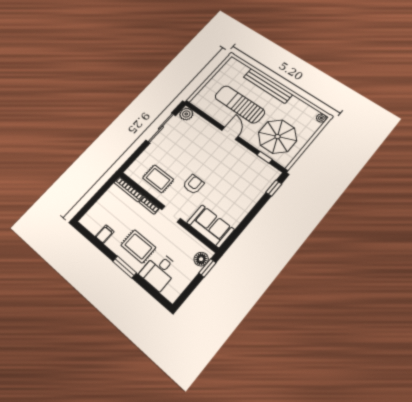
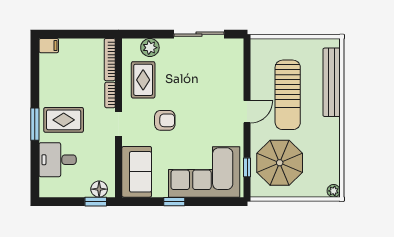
bench: (268, 86) -> (332, 82), moved
sun lounger: (240, 104) -> (288, 95), turned 180
plant: (186, 114) -> (150, 48), moved
corner sofa: (246, 185) -> (204, 172), added
window: (274, 188) -> (174, 202), moved
filing cabinet: (105, 234) -> (49, 46), moved
rug: (138, 246) -> (64, 120), turned 90

